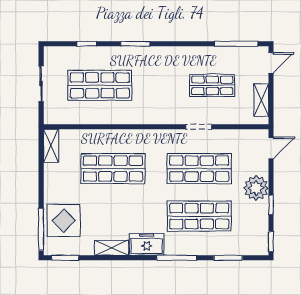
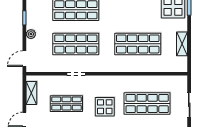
display table: (159, 81) -> (105, 107), added
shelving: (51, 146) -> (182, 44), moved
plant: (256, 188) -> (31, 34), width x0.53, depth x0.53

